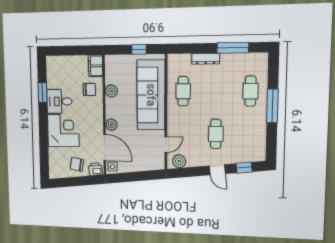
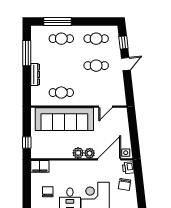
window: (139, 49) -> (27, 143), moved
chair: (89, 90) -> (48, 192), moved
plant: (111, 91) -> (78, 153), moved
window: (272, 106) -> (58, 21), moved
cafe table: (250, 134) -> (96, 39), added
door: (166, 144) -> (106, 107), swing flipped
plant: (179, 161) -> (120, 95), removed

